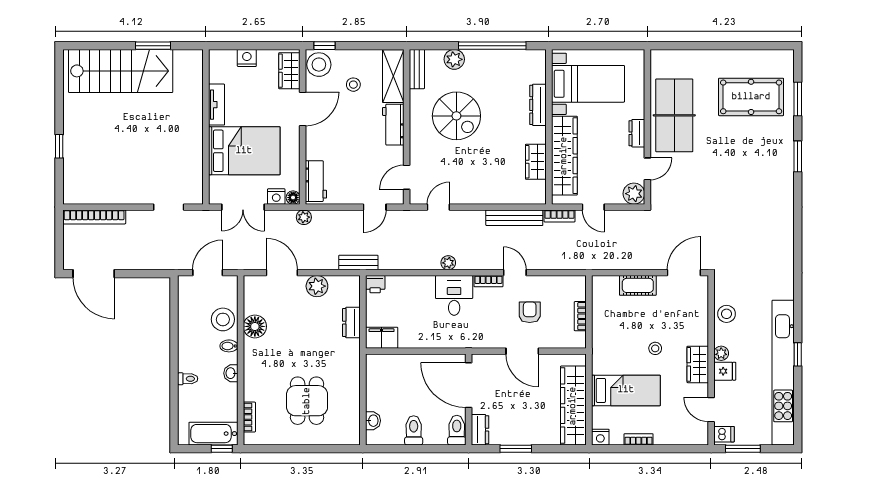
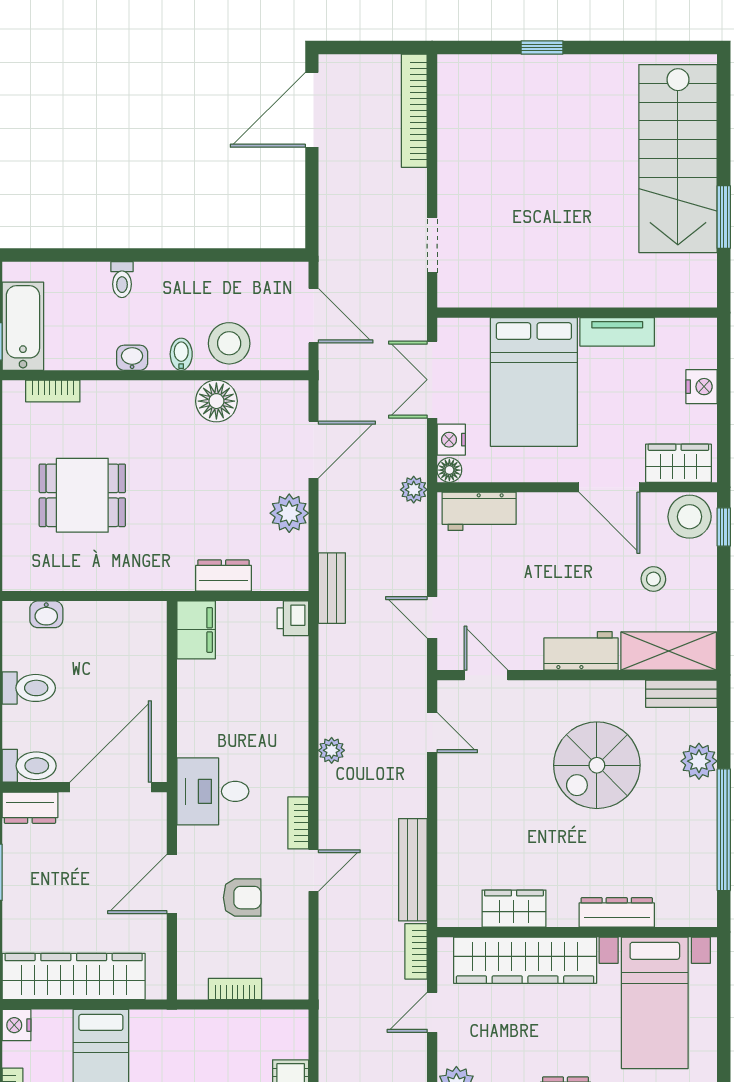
desk: (454, 295) -> (213, 791), moved, turned 180

